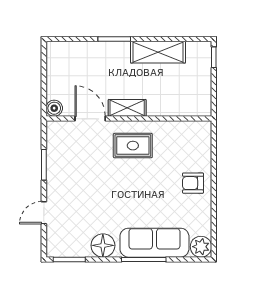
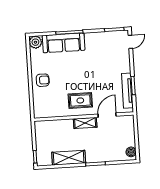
boiler: (54, 108) -> (131, 152), moved
door: (90, 119) -> (107, 115), swing flipped
tv unit: (54, 157) -> (127, 91), added
door: (44, 213) -> (130, 42), moved
floor lamp: (103, 245) -> (94, 39), removed

